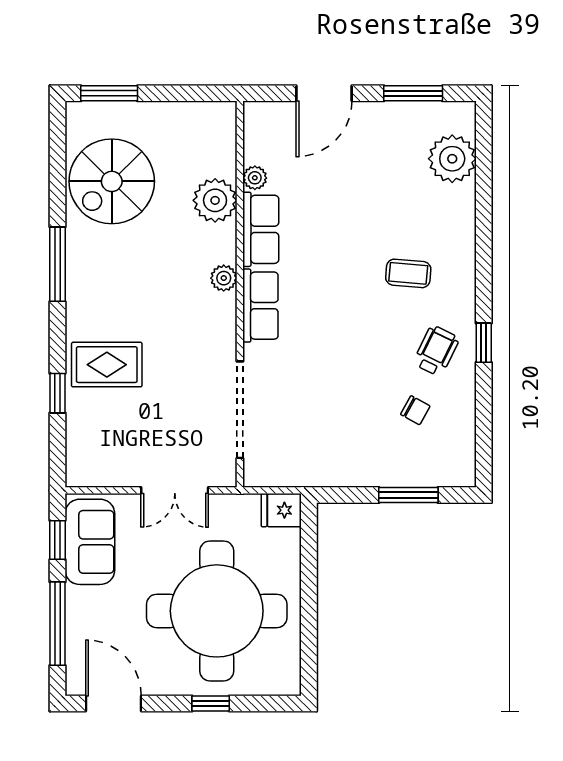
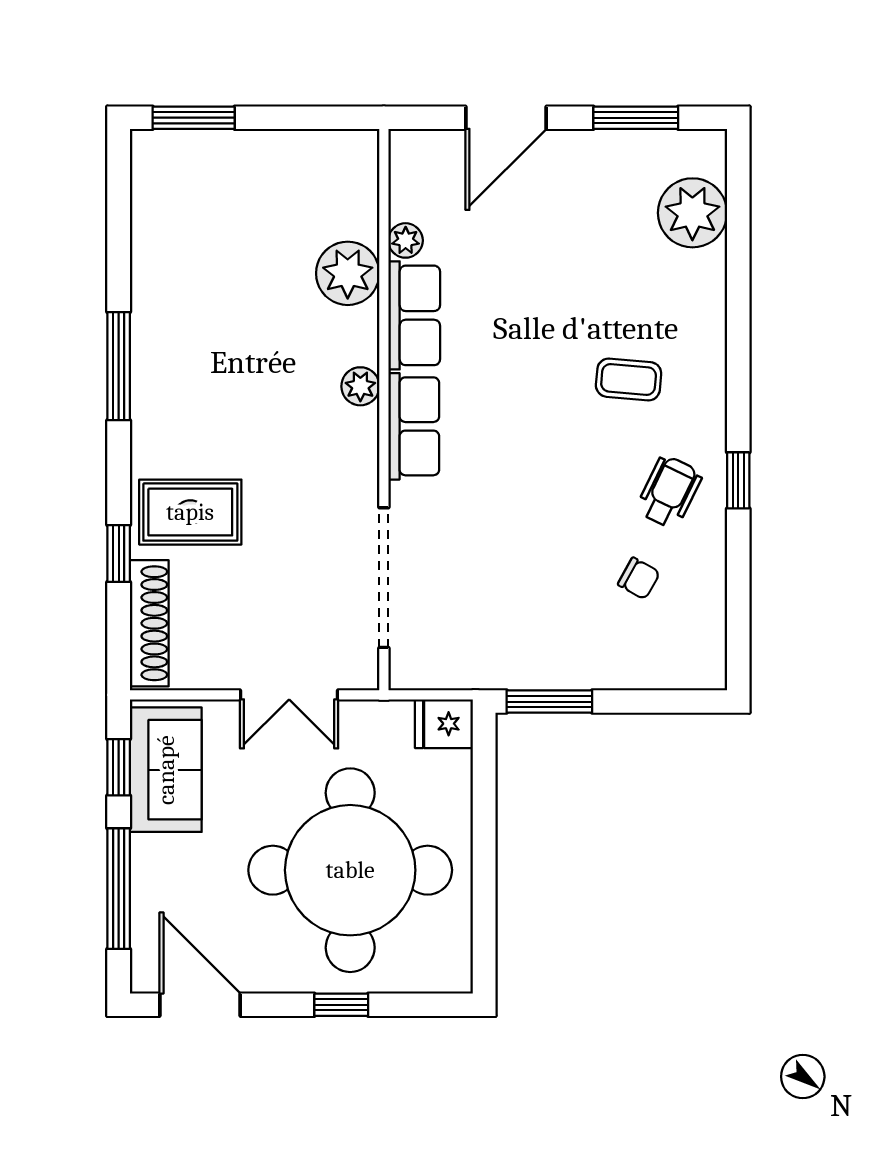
spiral stairs: (112, 181) -> (198, 246), removed
shoe rack: (79, 441) -> (149, 623), added
window: (408, 495) -> (549, 702), moved

